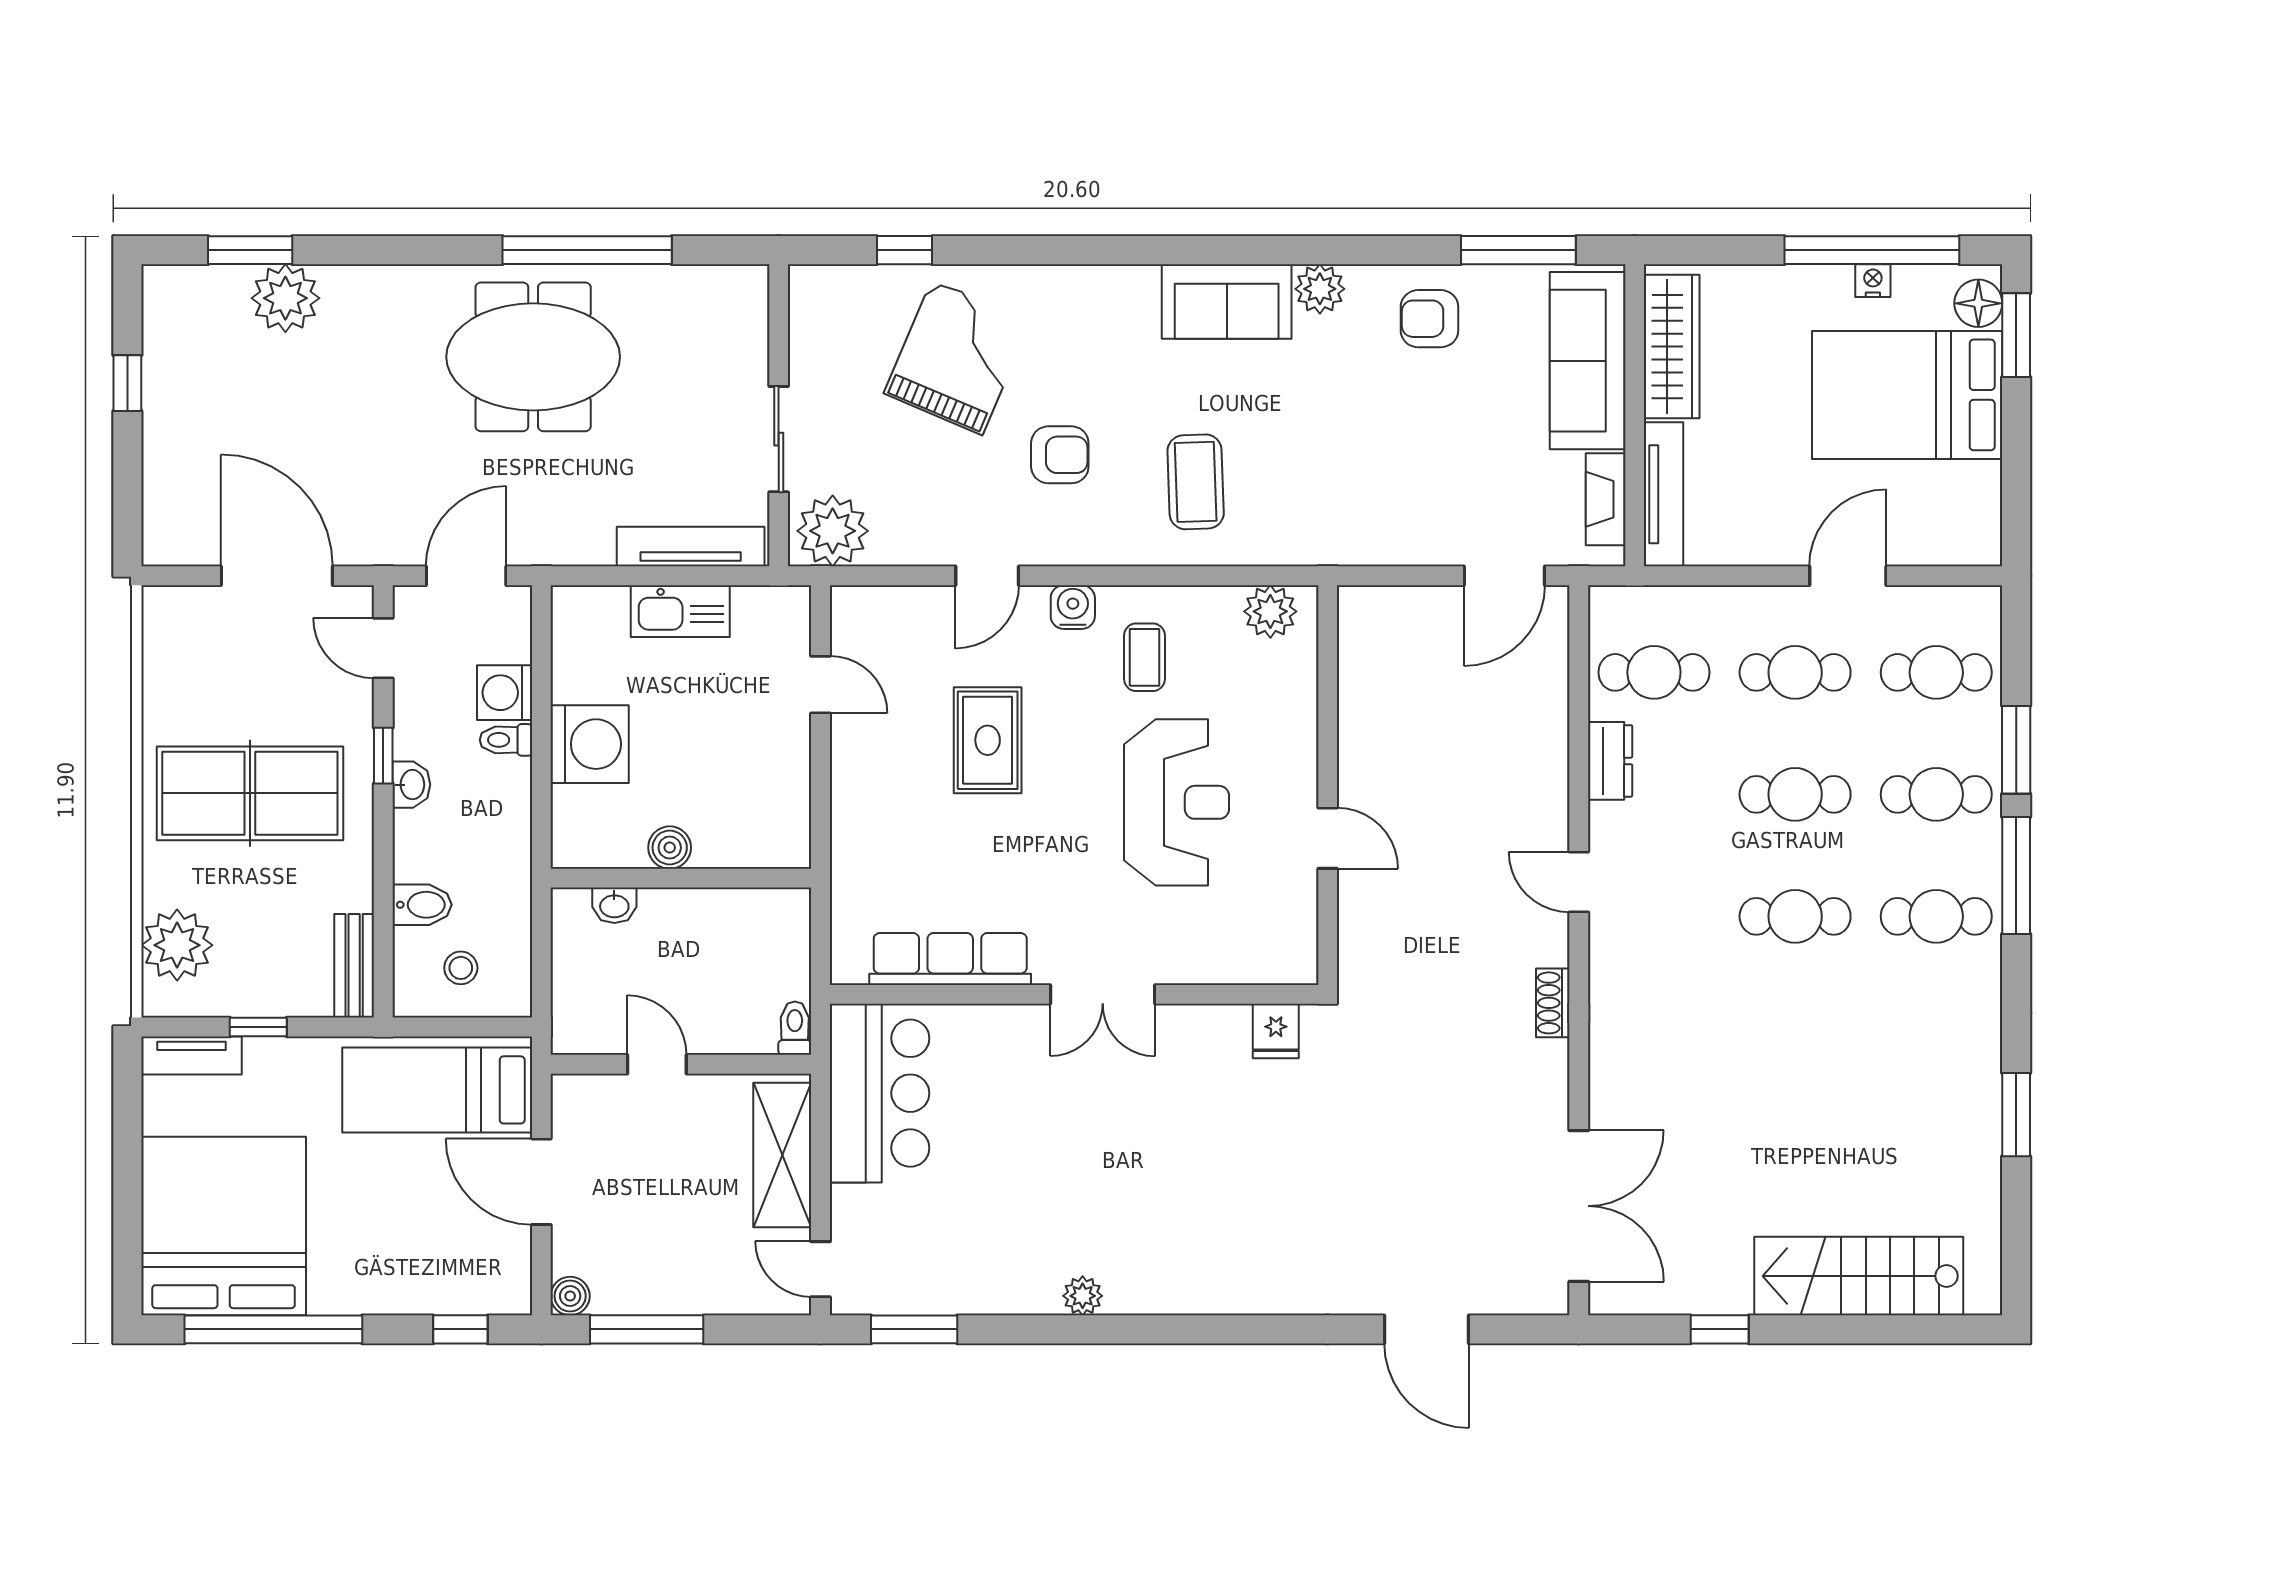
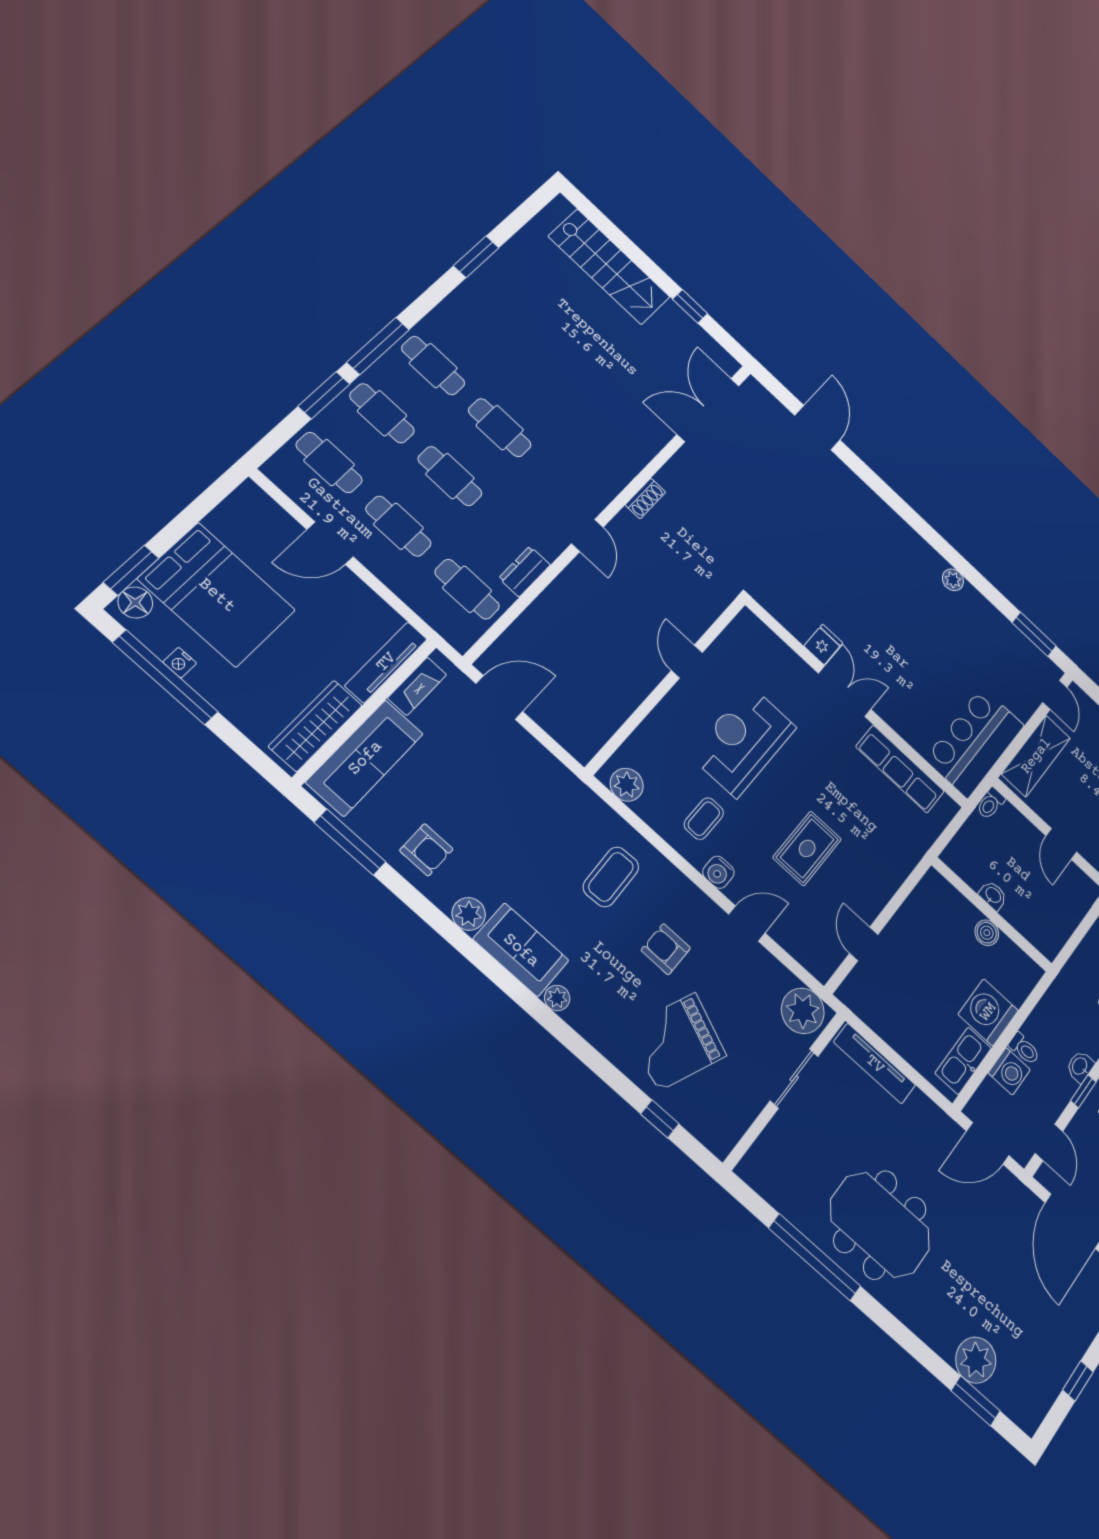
plant: (1139, 283) -> (557, 998), added
kitchen sink: (680, 611) -> (963, 1061), moved, turned -90
washbasin: (614, 905) -> (993, 895), moved
fridge: (1276, 1031) -> (823, 644), moved

